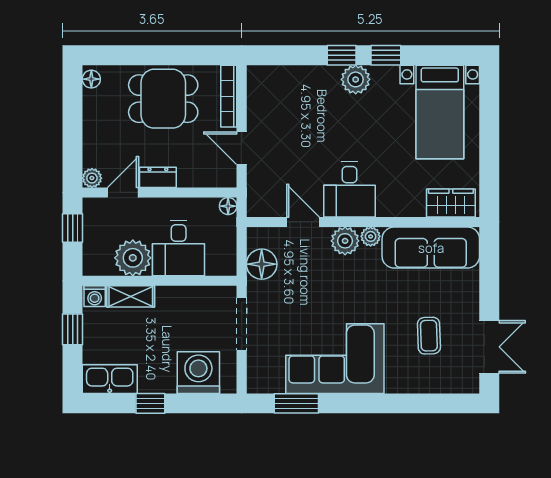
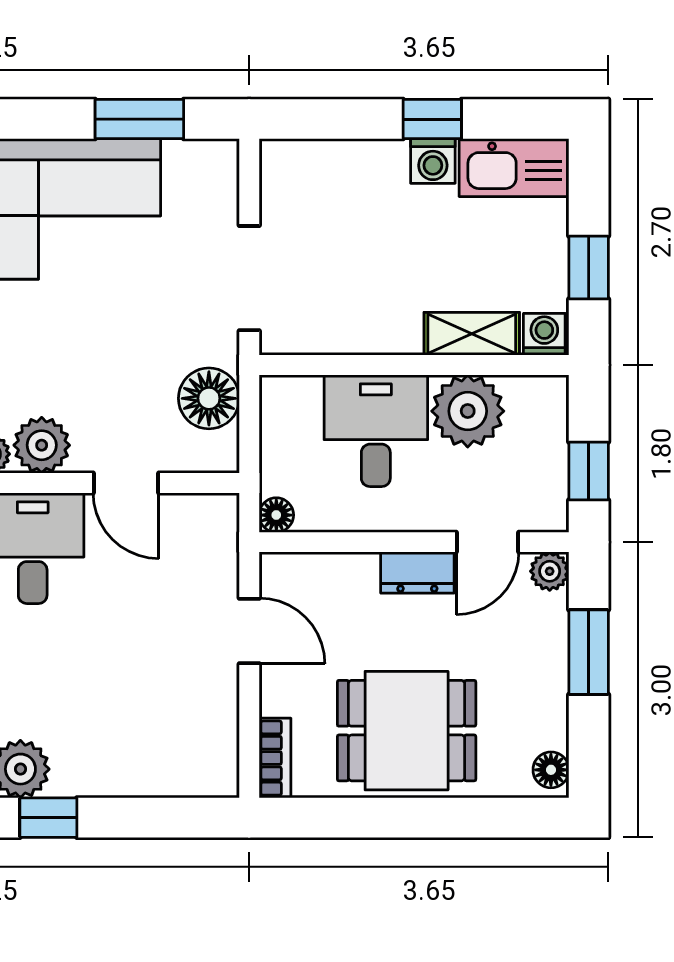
bookcase: (229, 96) -> (275, 758), width x0.64
window: (73, 138) -> (589, 652), added
washing machine: (198, 373) -> (433, 161), moved, width x0.53, depth x0.53

